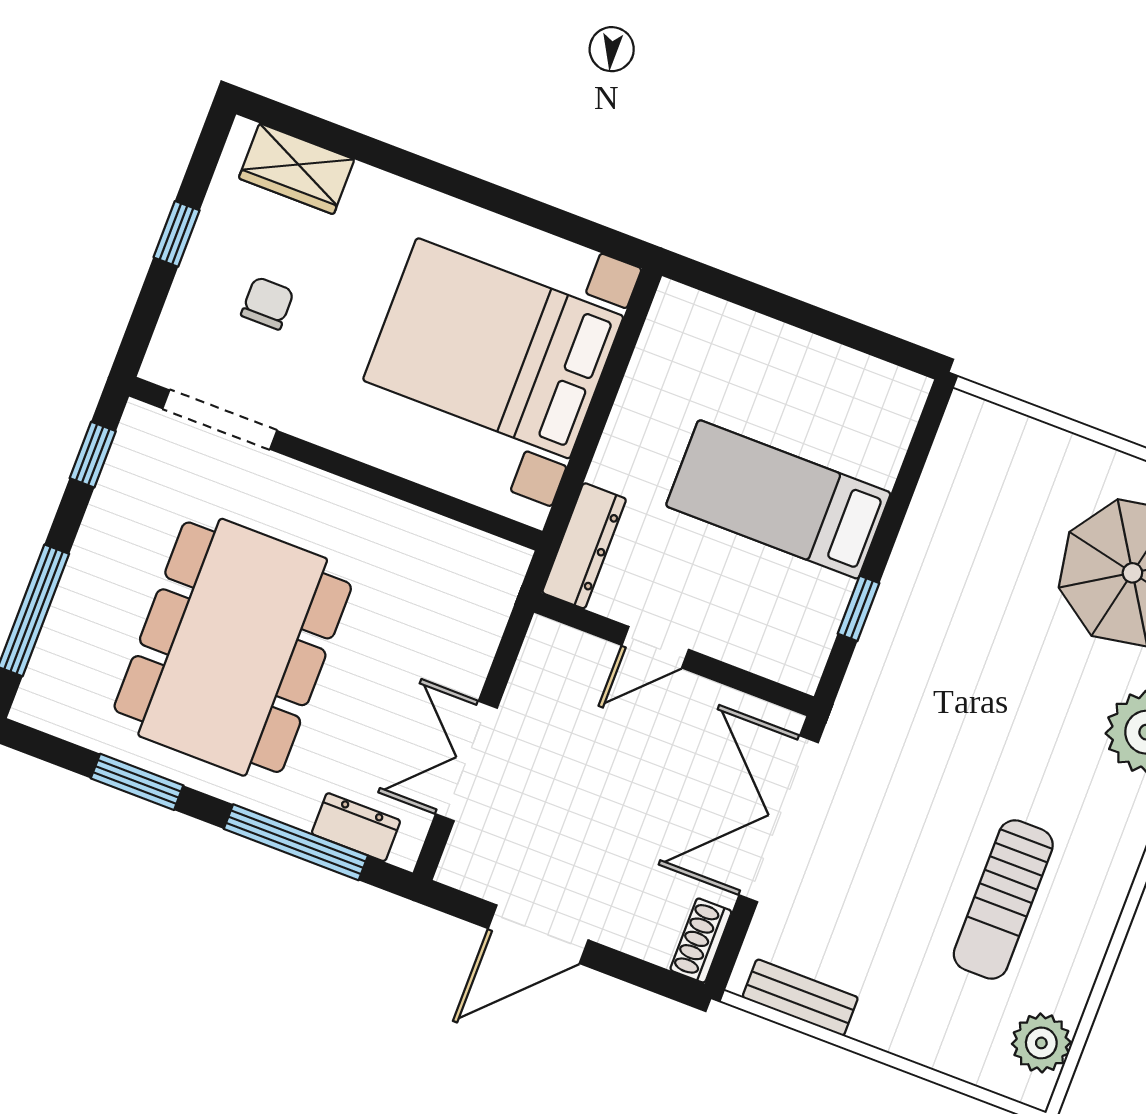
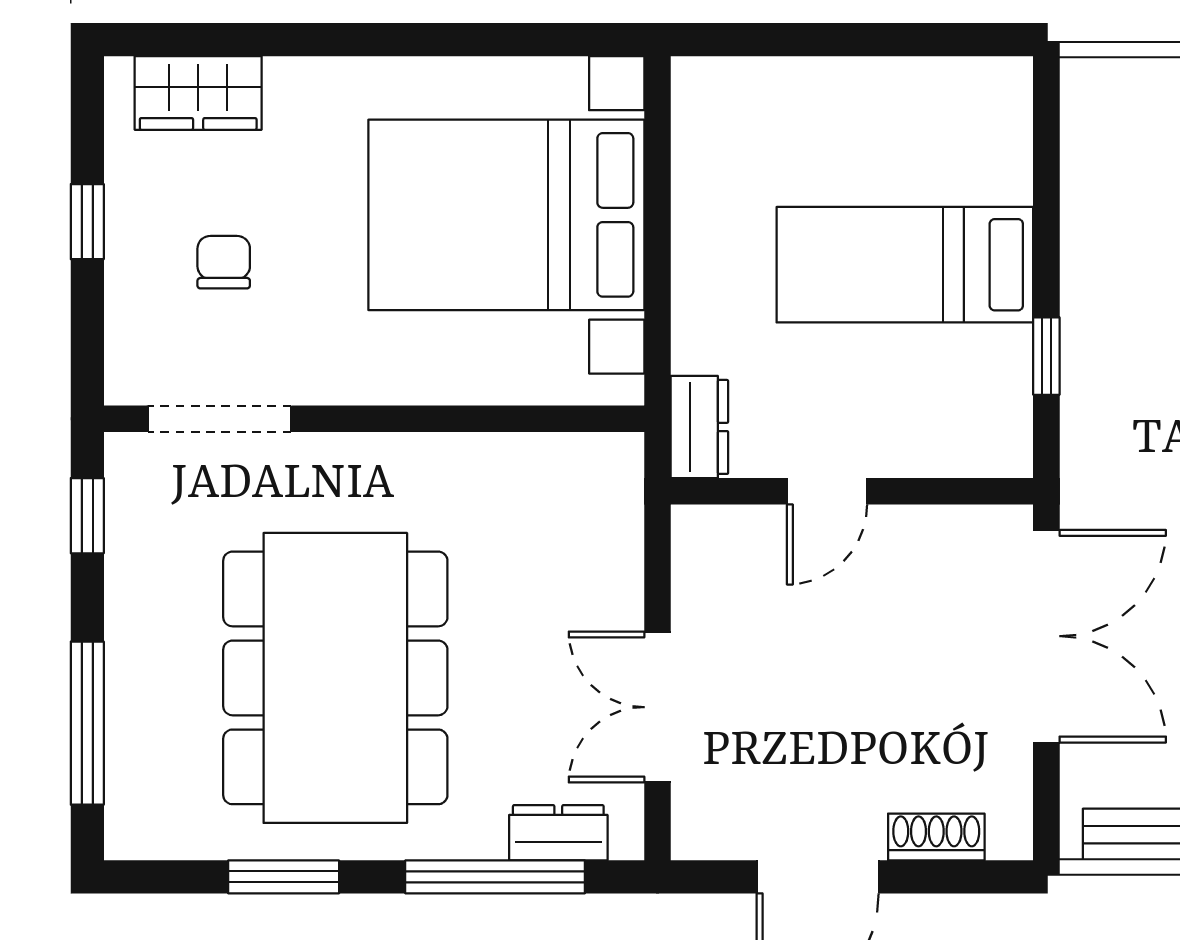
dresser: (584, 546) -> (699, 427), width x0.70
double door: (779, 819) -> (1046, 636), swing flipped
shoe rack: (701, 940) -> (936, 837), moved, turned 90

